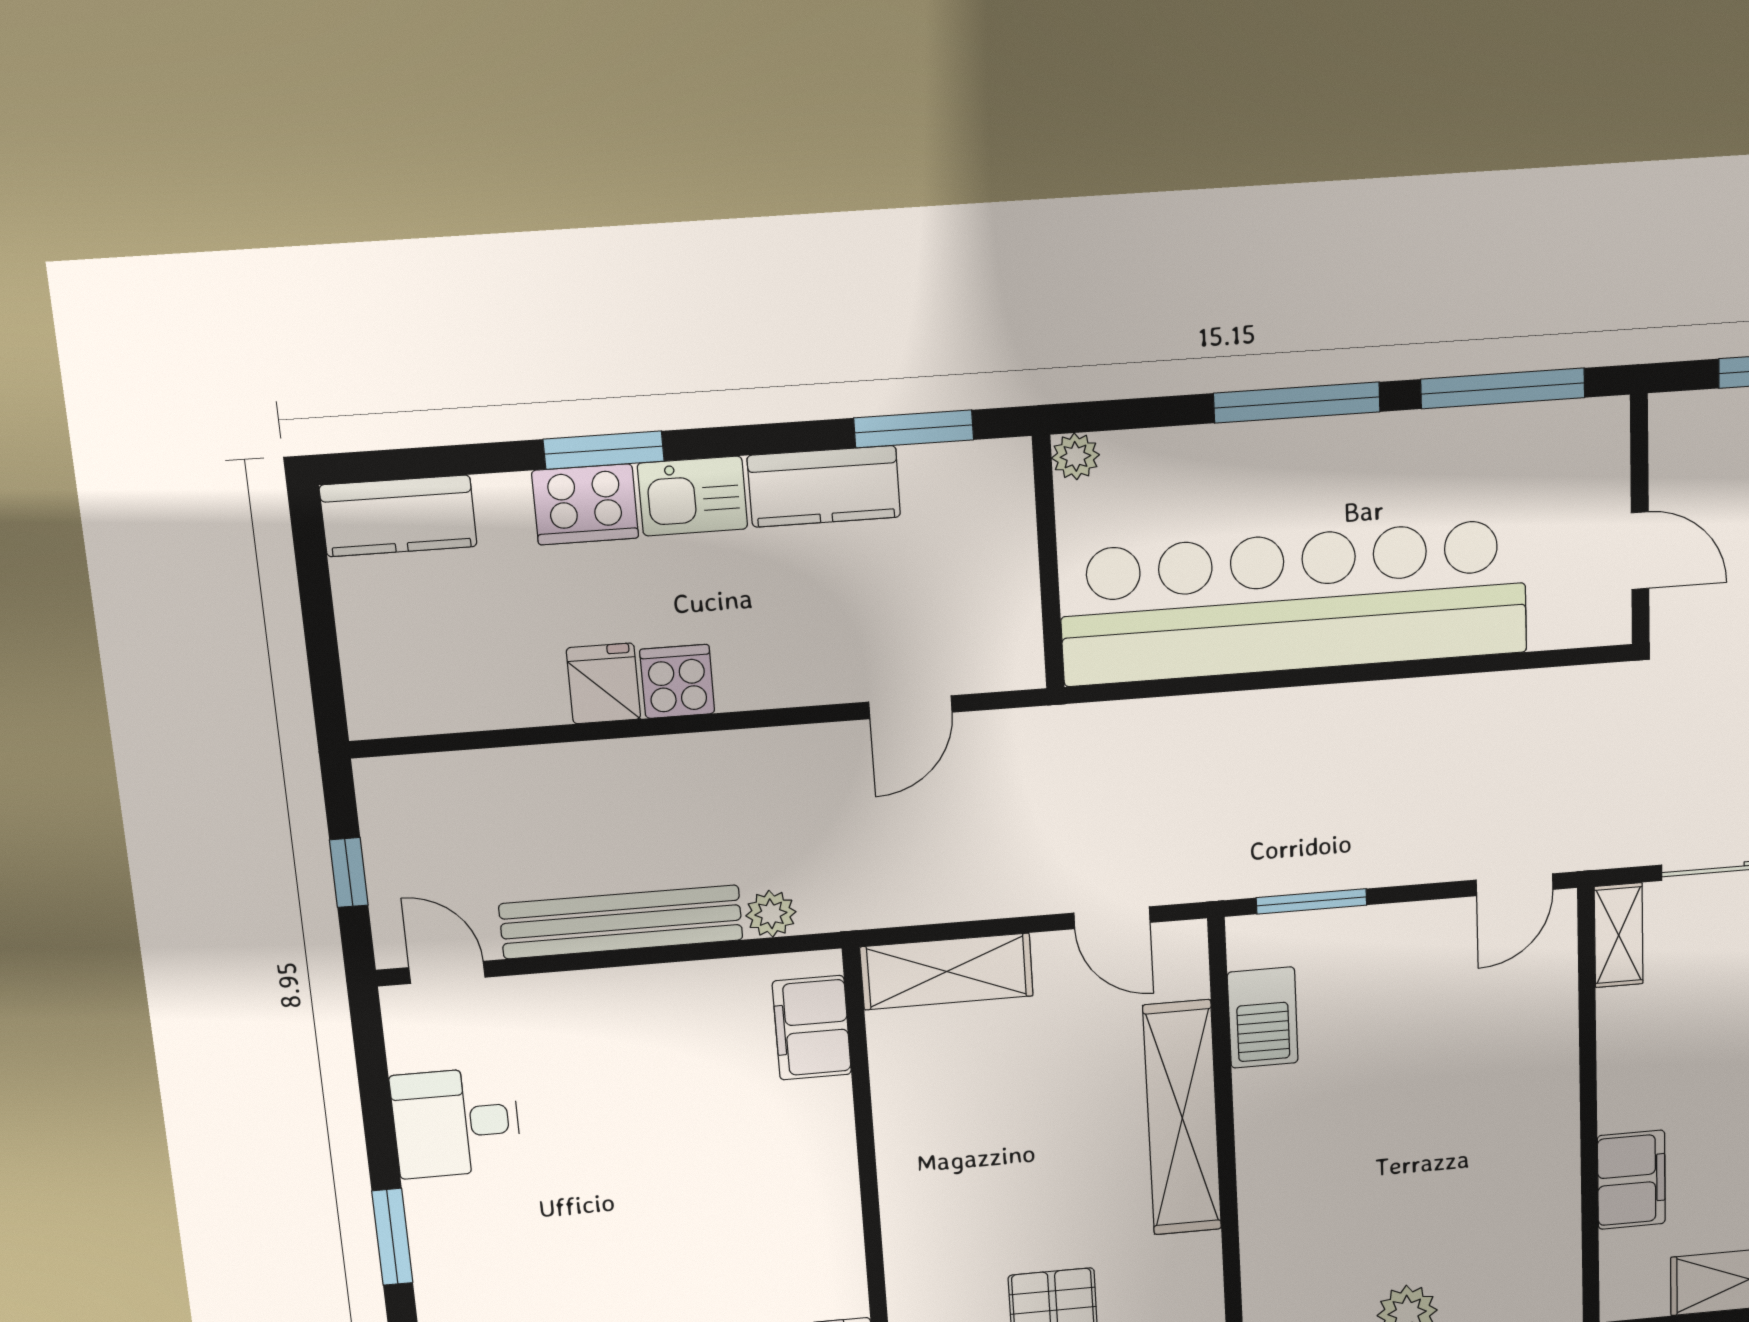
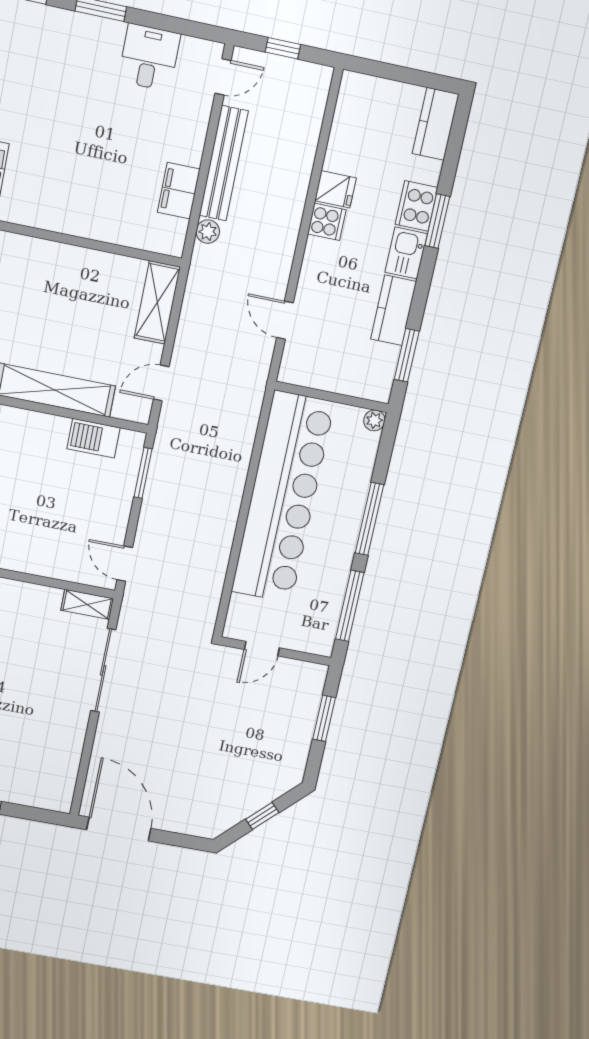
filing cabinet: (812, 1028) -> (179, 191), moved, turned -90

